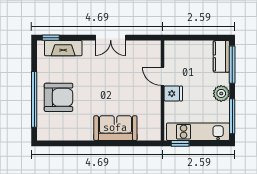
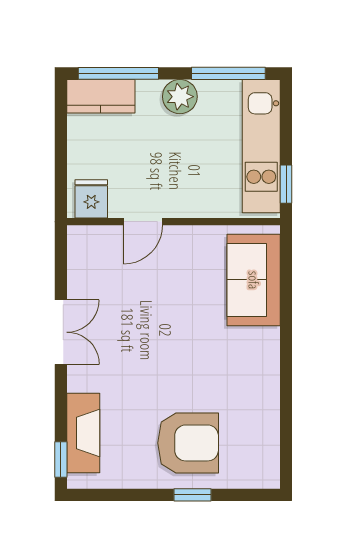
fridge: (173, 93) -> (91, 199), moved
armchair: (59, 97) -> (188, 443), turned 90
window: (34, 99) -> (192, 495), width x0.32
sofa: (115, 128) -> (254, 280), moved

